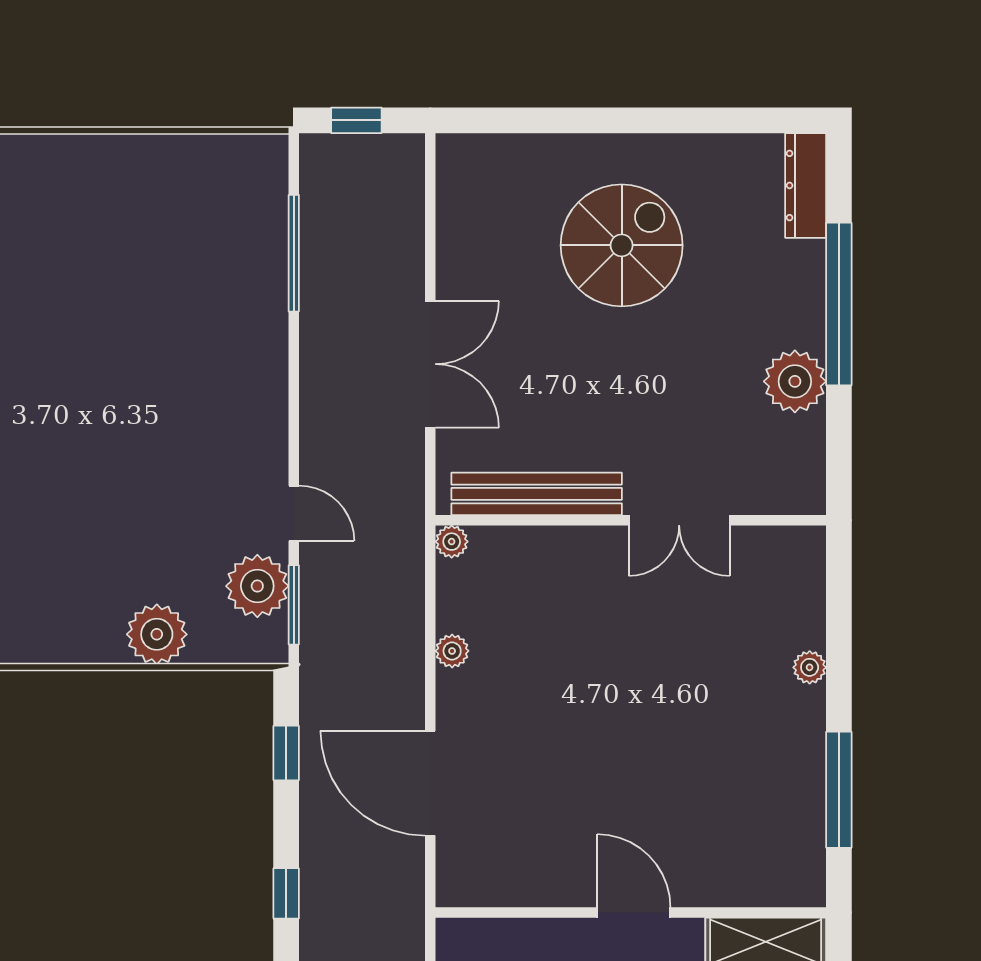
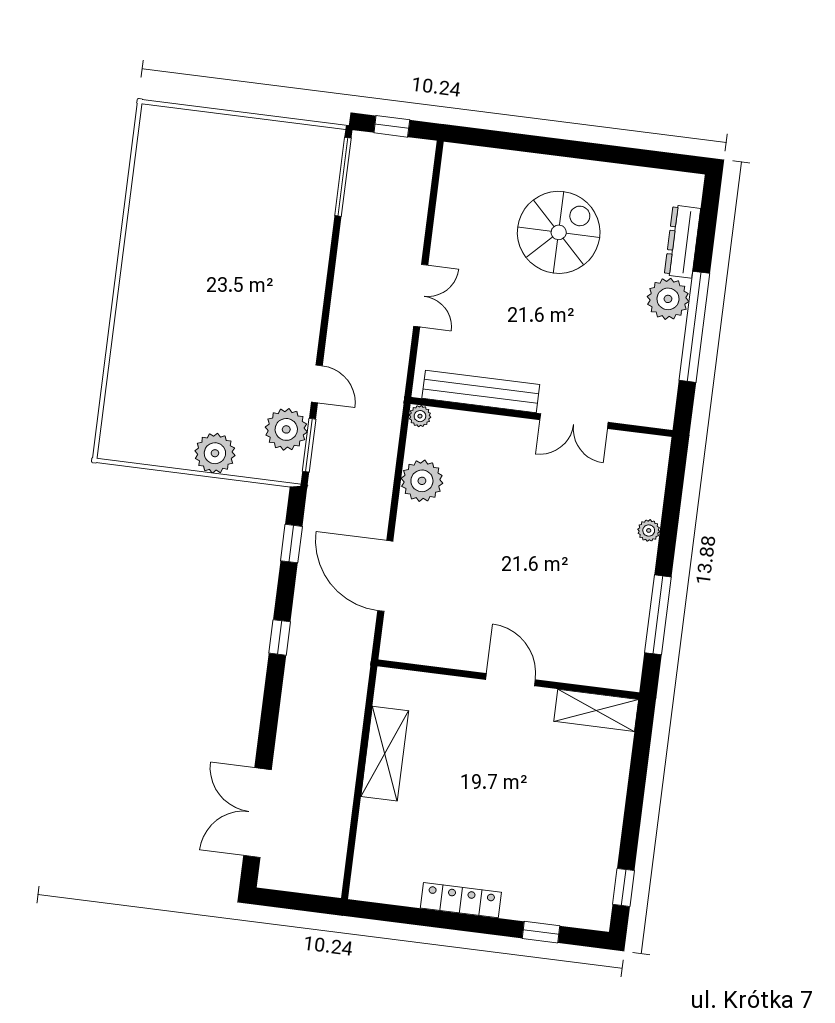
dresser: (806, 185) -> (682, 242), moved
window: (294, 253) -> (343, 177), moved
window: (839, 304) -> (694, 327), moved
double door: (430, 364) -> (421, 296), width x0.73
plant: (795, 381) -> (668, 299), moved
plant: (452, 651) -> (422, 481), width x1.88, depth x1.88

